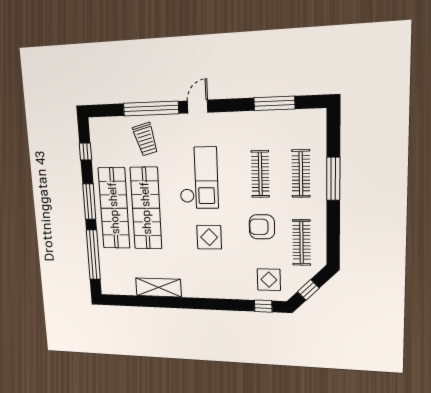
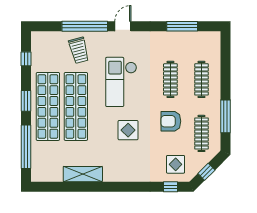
checkout: (198, 178) -> (121, 82), turned 180
window: (333, 179) -> (225, 116), moved
window: (89, 202) -> (26, 101), width x0.69

